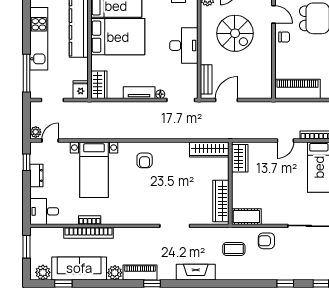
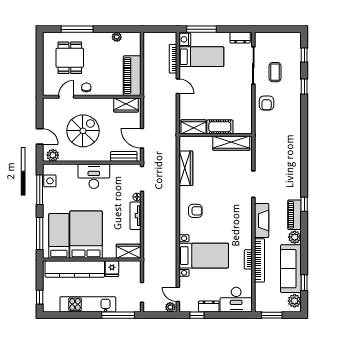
wardrobe: (264, 82) -> (126, 105), added
fridge: (81, 90) -> (112, 269), moved, turned -90
wardrobe: (209, 150) -> (186, 168), moved
desk: (44, 211) -> (236, 300), width x1.37
cot: (246, 217) -> (220, 127), moved, turned 90
coffee table: (234, 249) -> (275, 72), moved
fireplace: (196, 272) -> (262, 220), moved, turned 180

